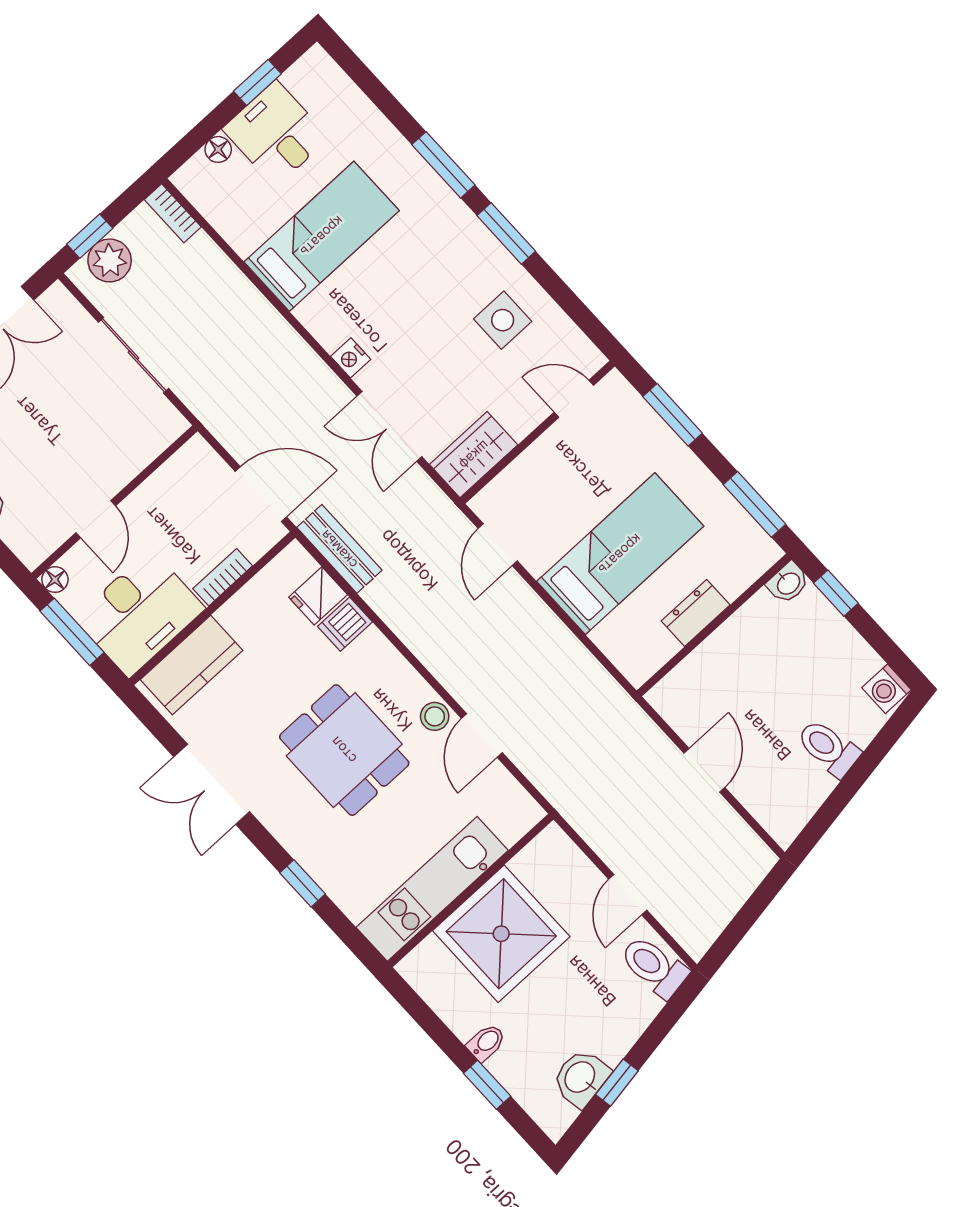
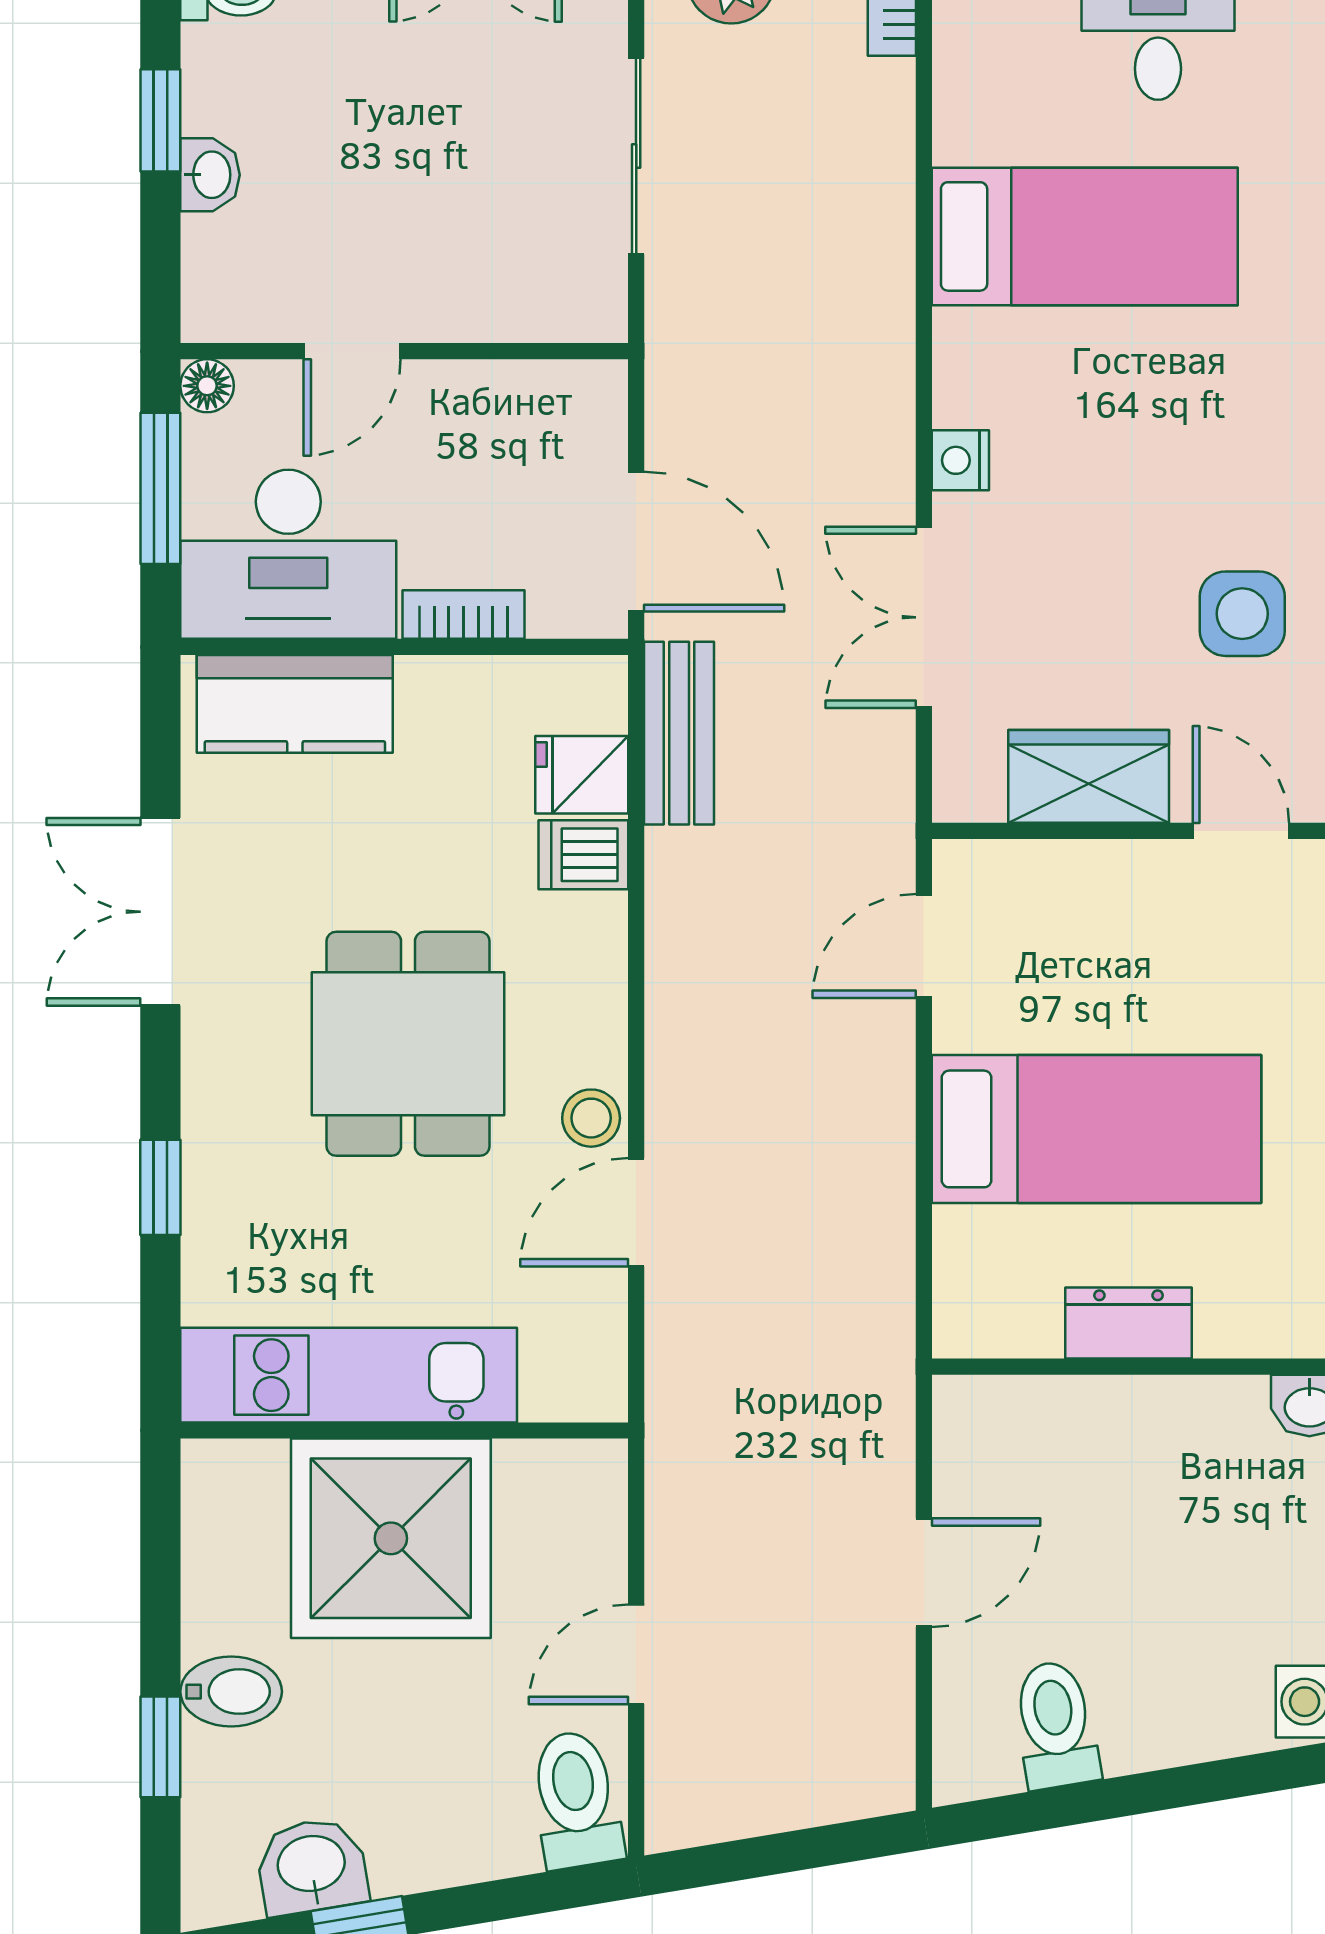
wardrobe: (474, 455) -> (1089, 776), moved
toilet: (828, 748) -> (1056, 1725), moved
bidet: (486, 1042) -> (231, 1692), width x1.38, depth x1.36

